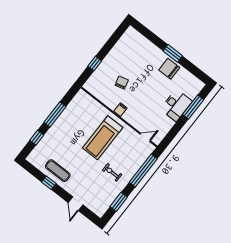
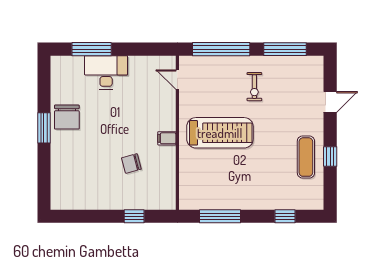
window: (55, 114) -> (220, 216), moved
window: (119, 202) -> (285, 49), width x1.44

